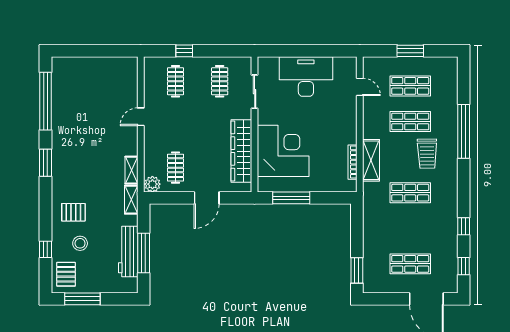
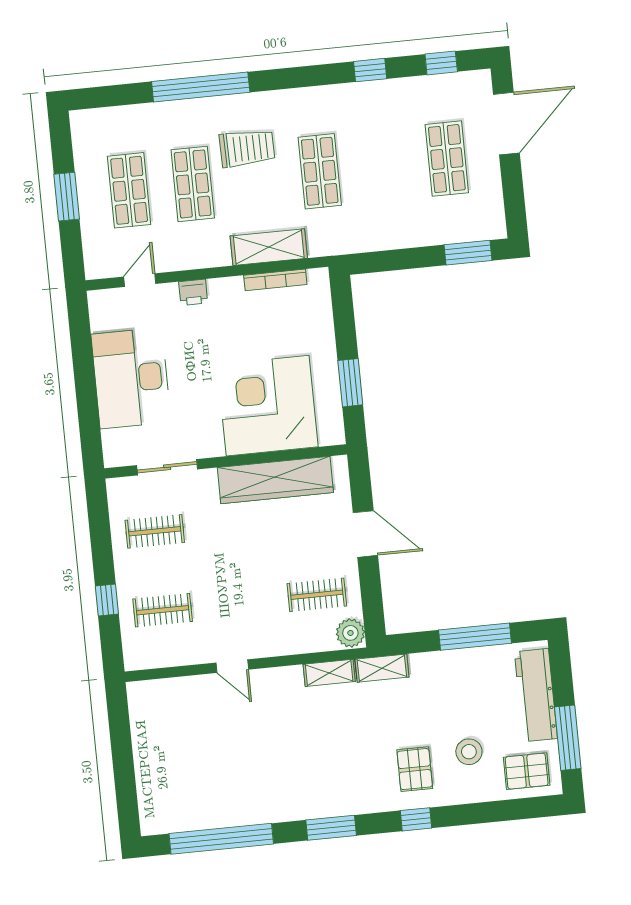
printer: (350, 116) -> (193, 292), added
window: (291, 198) -> (350, 383), width x0.69
window: (45, 249) -> (416, 819), moved
workbench: (128, 252) -> (536, 695), moved, turned 90

